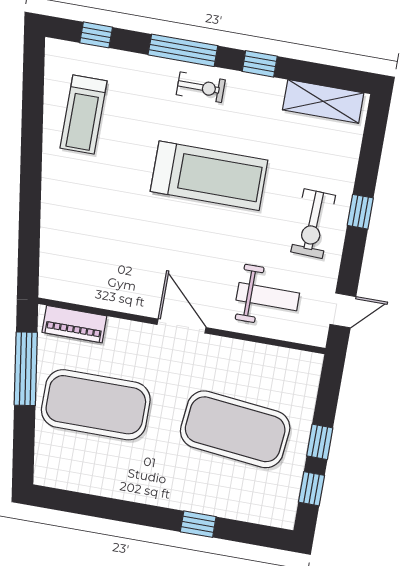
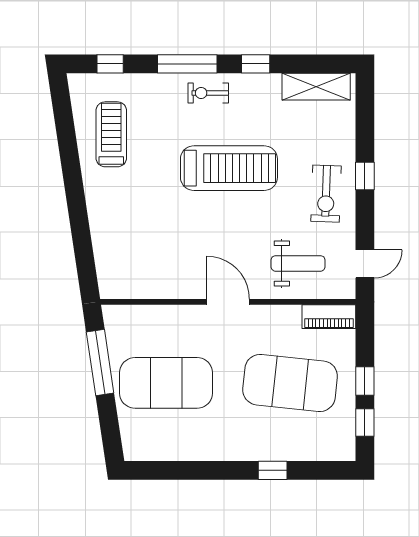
exercise bike: (201, 87) -> (208, 93), turned 180
treadmill: (83, 114) -> (111, 134), turned 180
piano: (74, 324) -> (329, 317), moved

